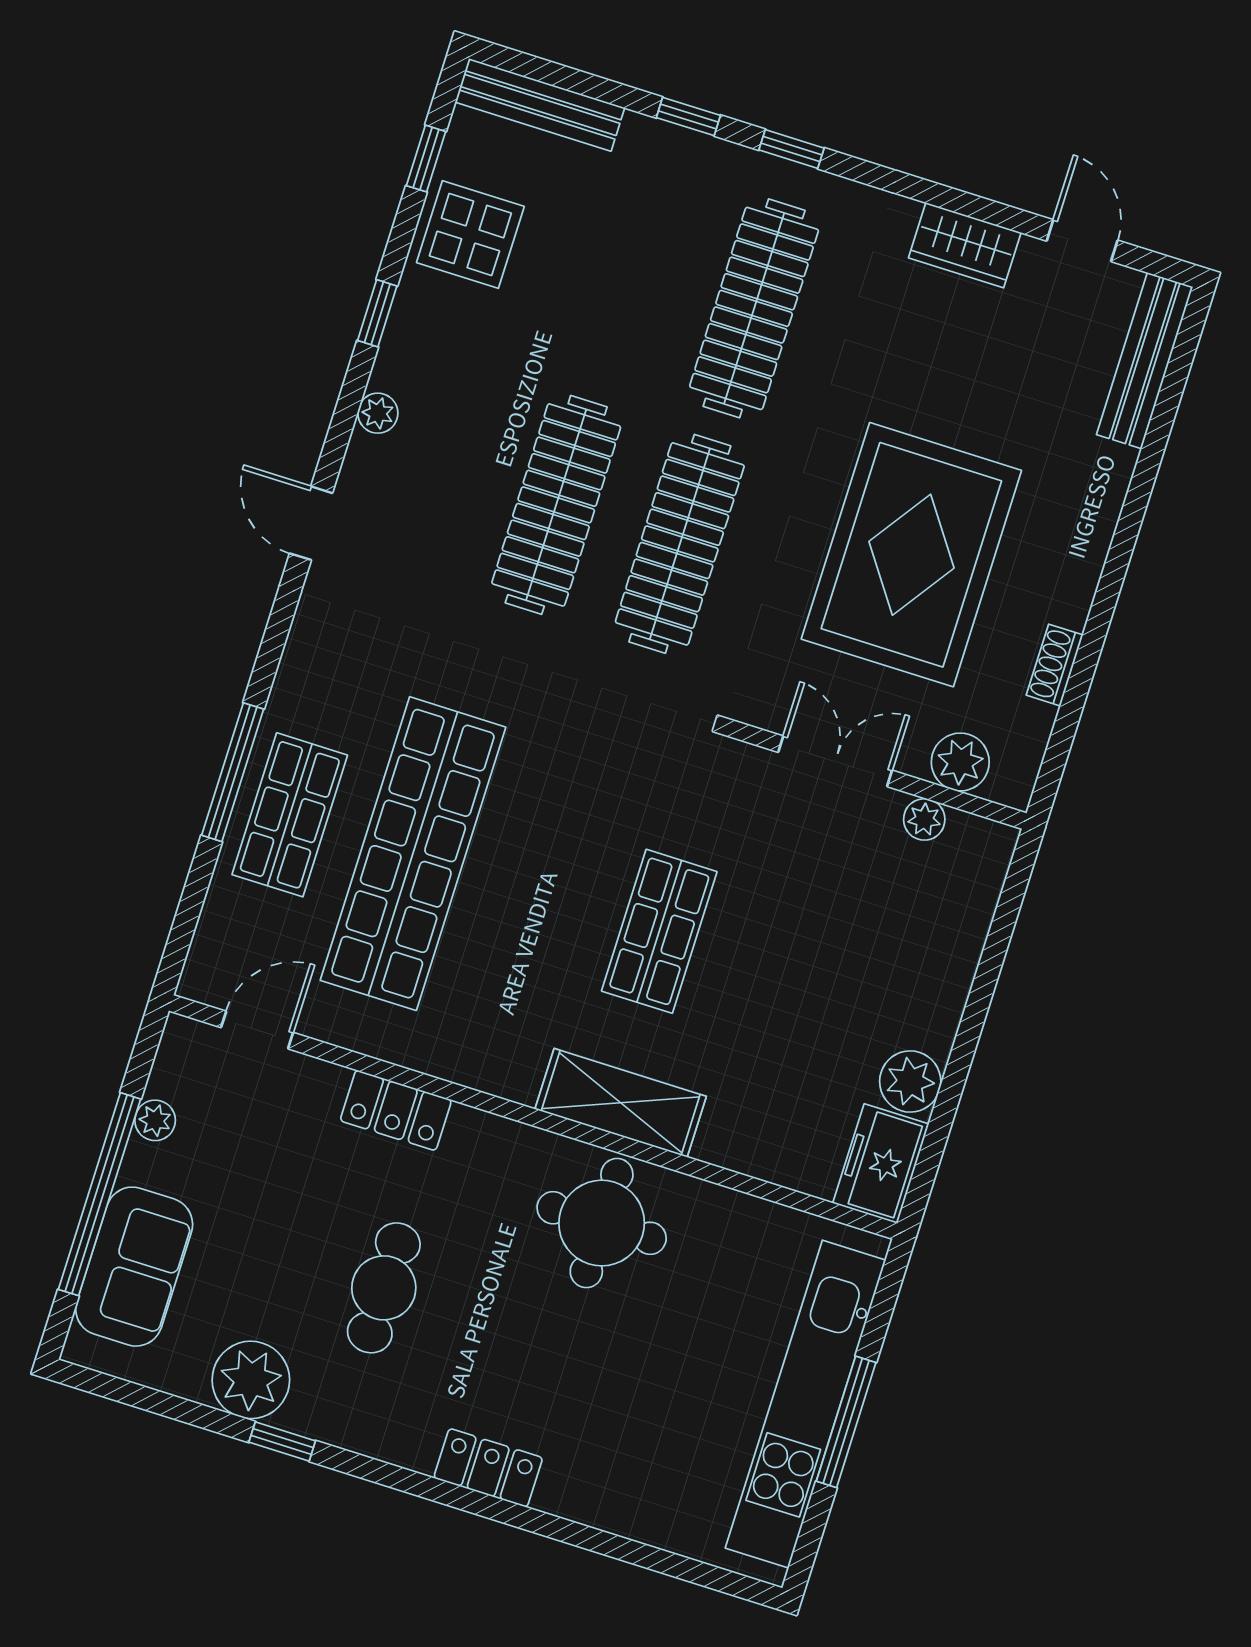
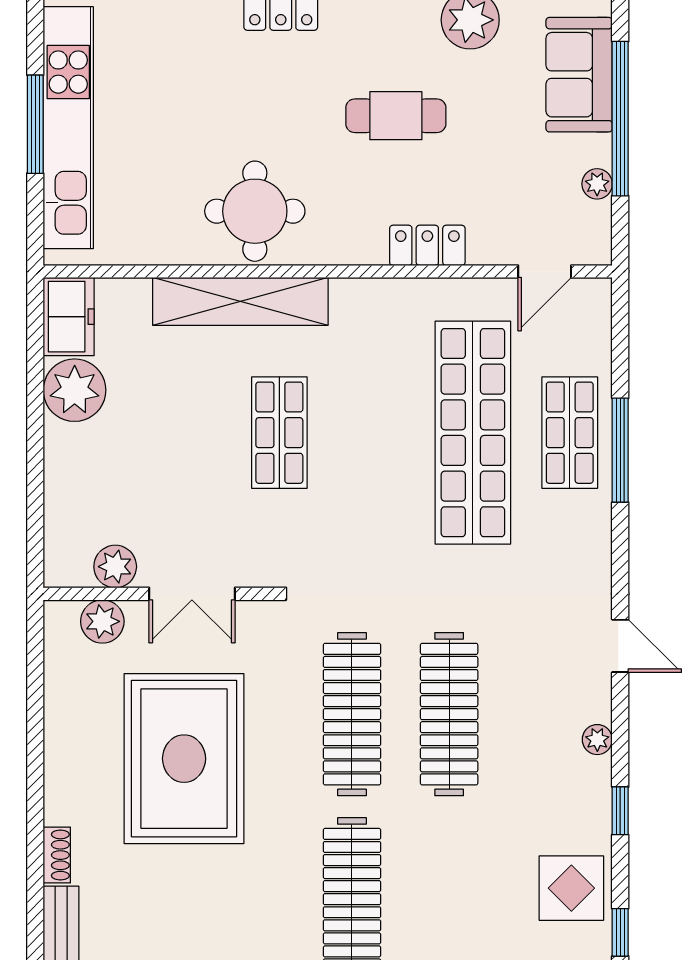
shoe rack: (1055, 665) -> (57, 855), moved
plant: (924, 819) -> (115, 567), width x1.38, depth x1.38
plant: (910, 1081) -> (75, 390), width x1.36, depth x1.36
shelving: (621, 1103) -> (240, 301), width x1.47
cafe table: (384, 1288) -> (396, 116), turned 90

